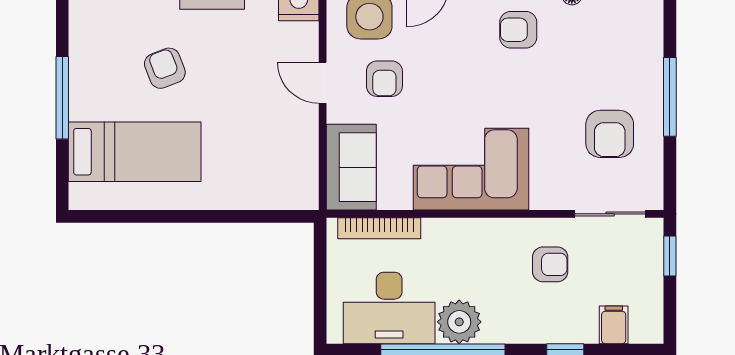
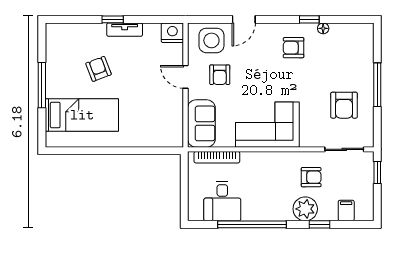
desk: (389, 308) -> (222, 201), width x0.73
plant: (459, 322) -> (305, 209), moved

